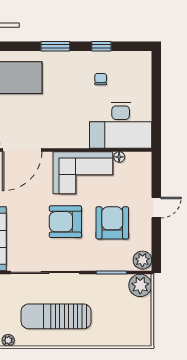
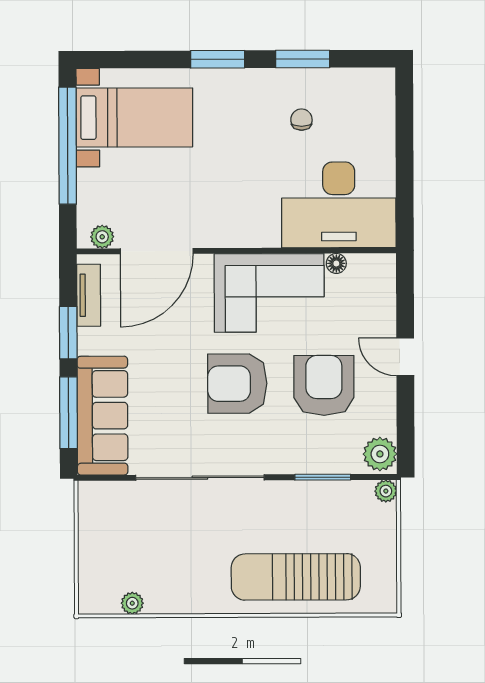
window: (101, 46) -> (303, 59), width x1.50
door: (156, 208) -> (405, 357), swing flipped
plant: (140, 285) -> (386, 491), width x0.53, depth x0.53
sun lounger: (56, 316) -> (296, 577), moved

